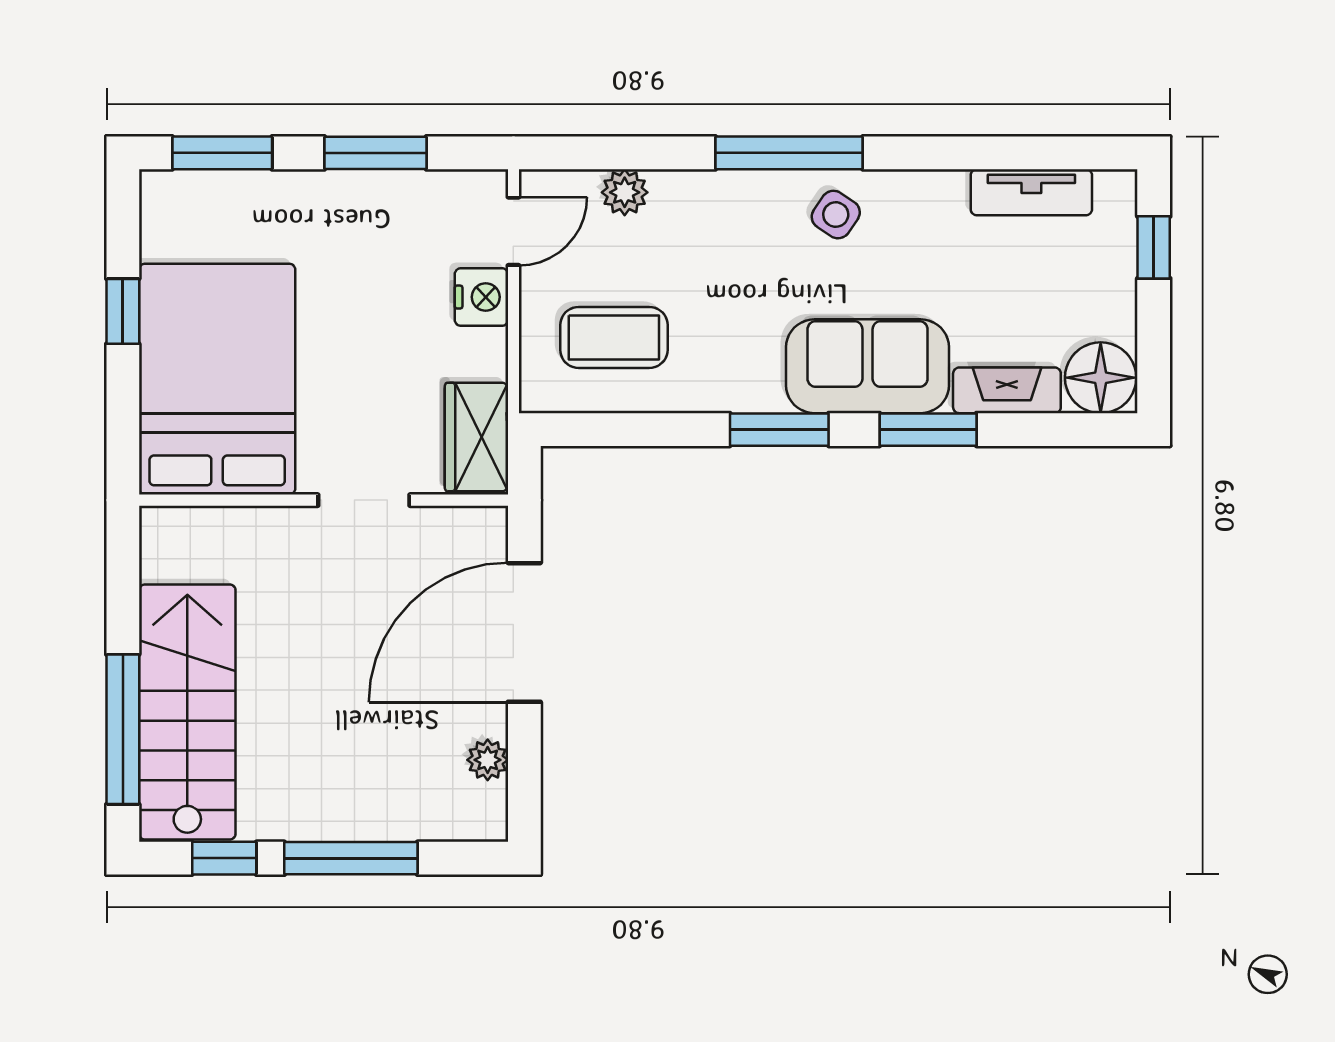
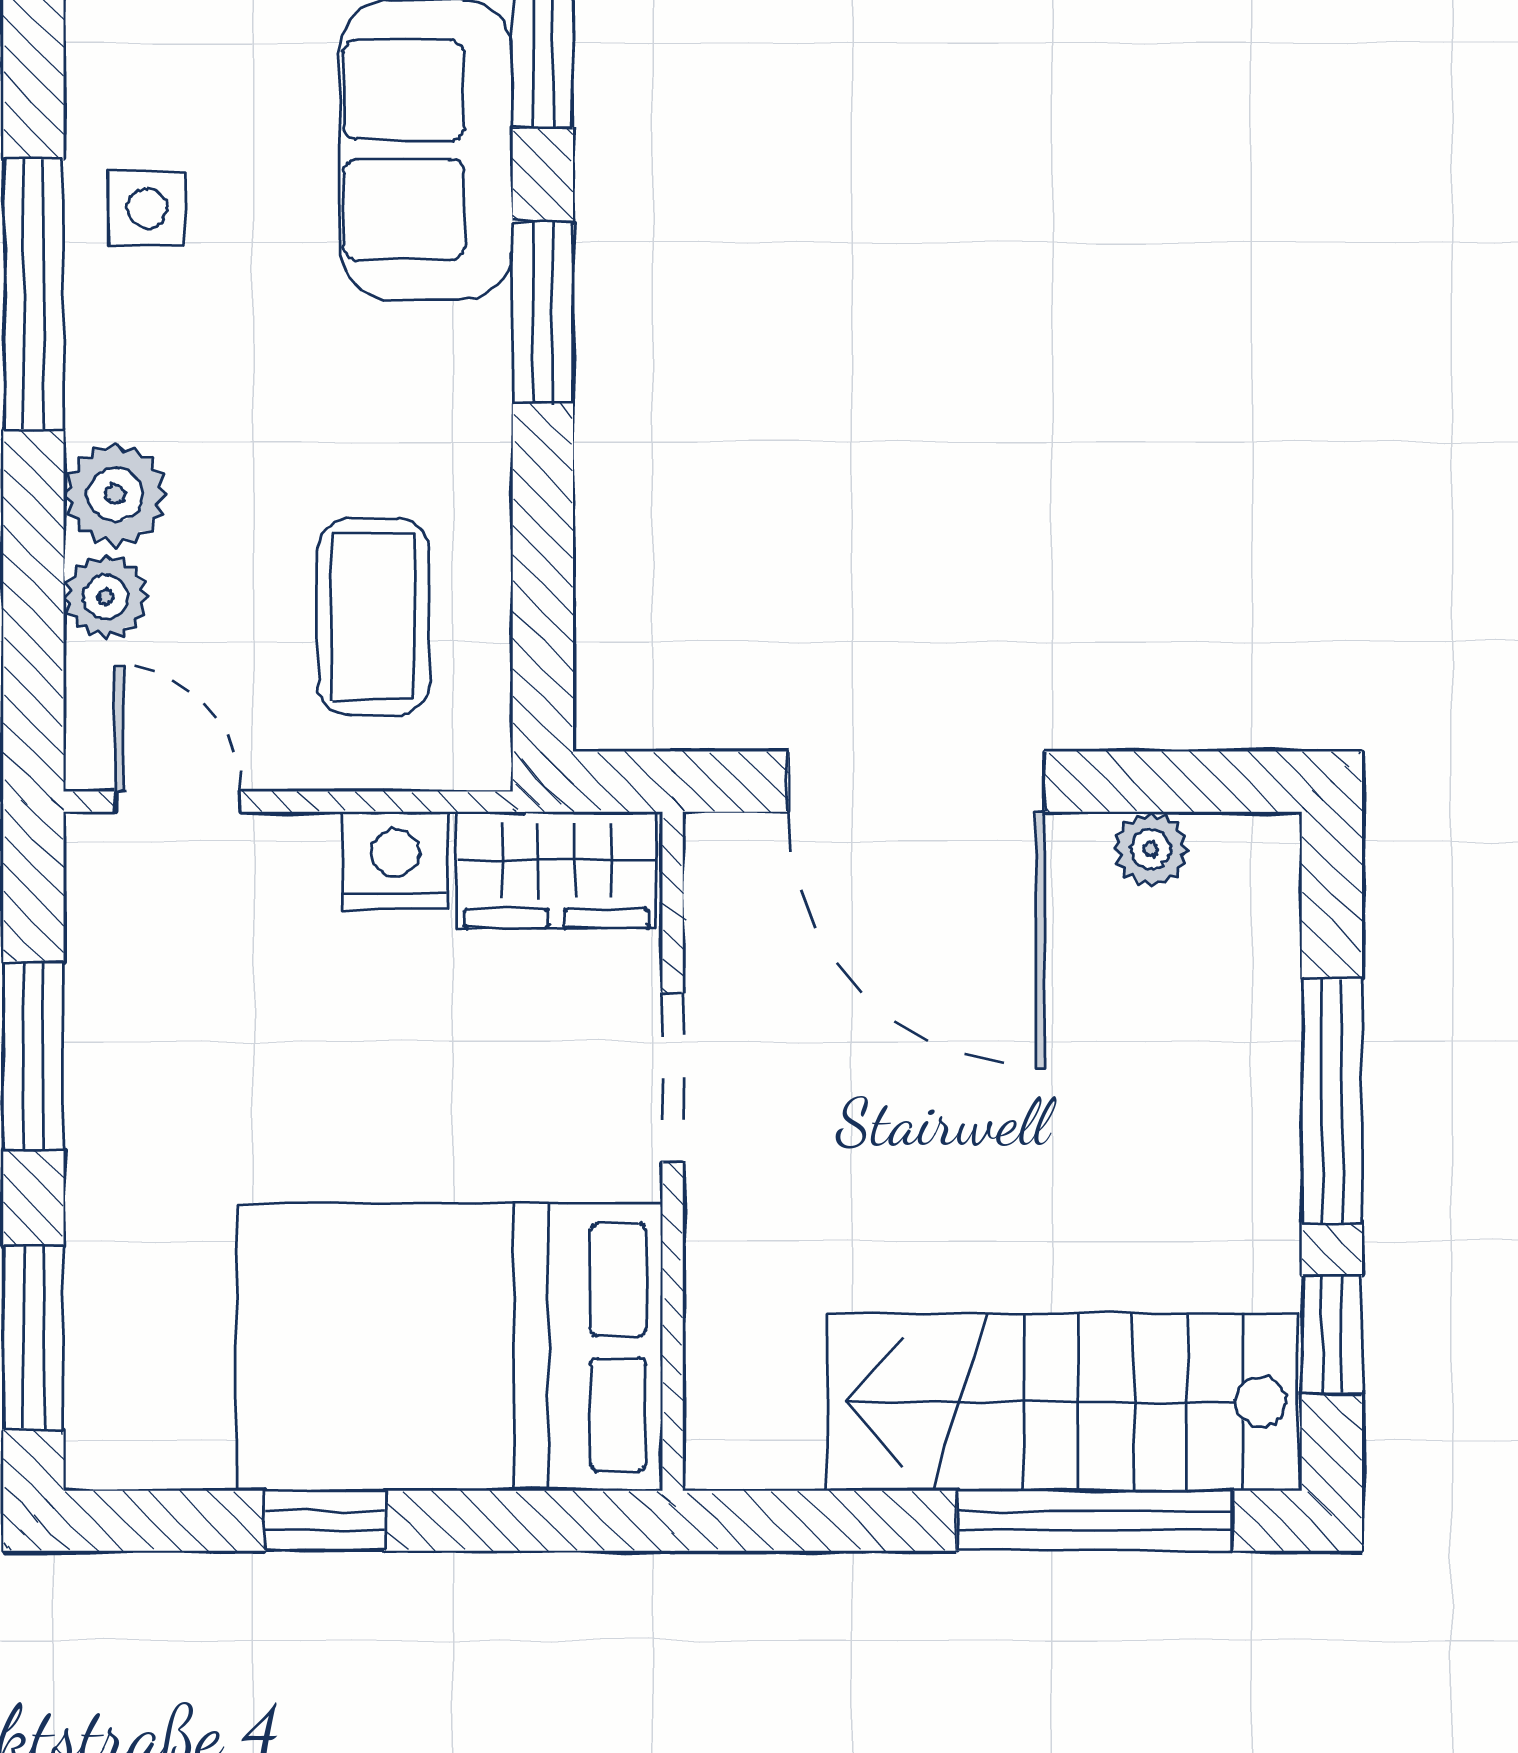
plant: (680, 197) -> (115, 494), added
side table: (836, 215) -> (147, 208), turned -34
nightstand: (481, 297) -> (395, 861), moved

